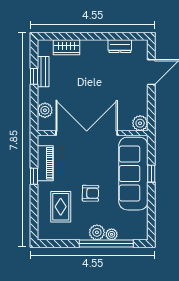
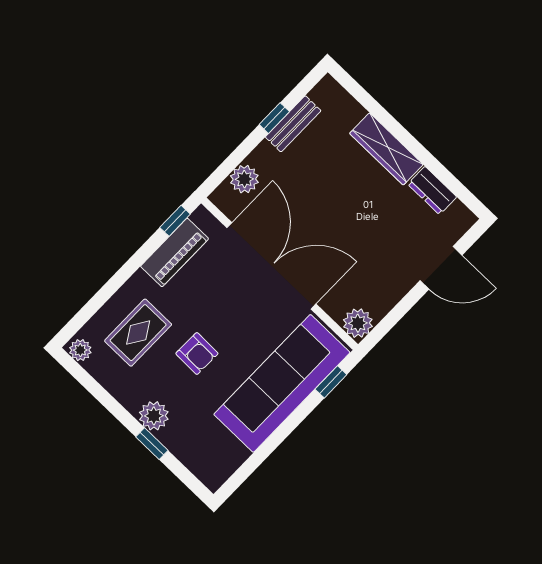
wardrobe: (67, 47) -> (386, 149), moved, width x1.50
window: (151, 174) -> (331, 382), moved
window: (34, 176) -> (175, 221), moved
plant: (112, 234) -> (80, 350), moved
window: (106, 244) -> (152, 444), width x0.32

